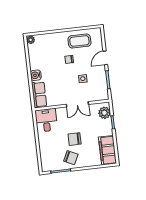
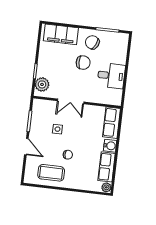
row of seats: (34, 57) -> (107, 167), added
door: (105, 58) -> (26, 147), hinge flipped
double door: (77, 104) -> (71, 101), swing flipped
desk: (46, 120) -> (111, 76), moved, turned -90
filing cabinet: (107, 150) -> (61, 34), moved, turned 90

